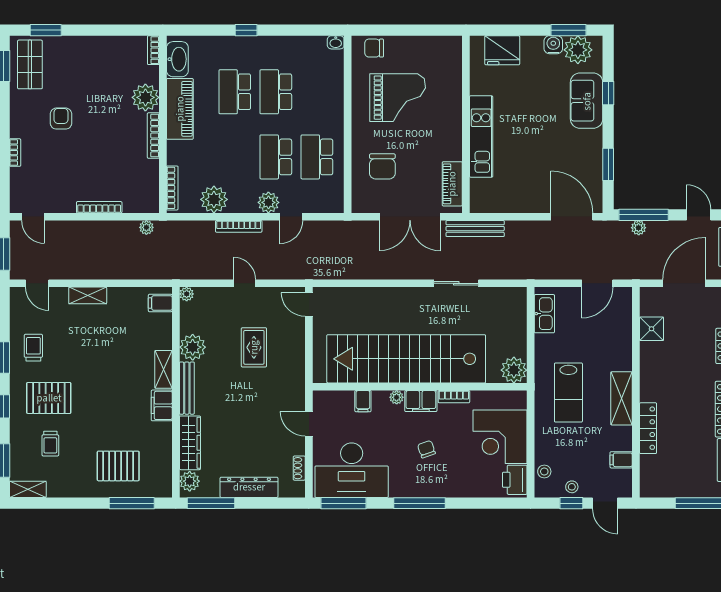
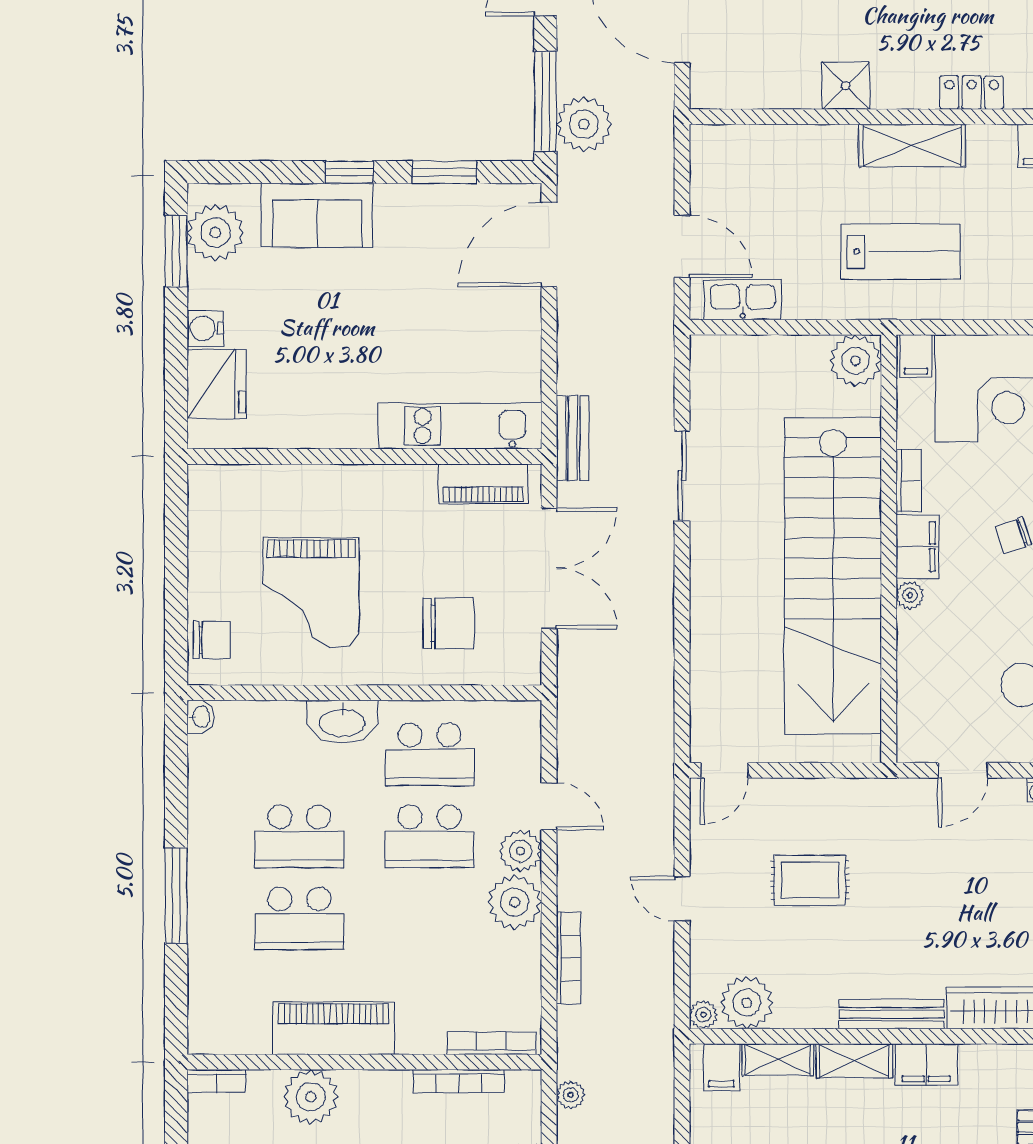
window: (246, 30) -> (176, 896), width x2.17
water cooler: (553, 45) -> (205, 328), moved
chair: (374, 48) -> (212, 640), turned -90
washbasin: (177, 59) -> (342, 722), moved, turned 180
window: (608, 93) -> (349, 172), moved
grand piano: (398, 98) -> (311, 593), turned 180
bookcase: (153, 136) -> (459, 1081), moved
kitchen unit: (481, 137) -> (460, 426), moved
plant: (214, 199) -> (515, 902), moved
bookcase: (239, 226) -> (568, 958), moved
plant: (639, 228) -> (584, 124), width x1.87, depth x1.87
bench: (475, 229) -> (573, 438), width x0.73
door: (245, 283) -> (682, 899), hinge flipped
door: (597, 283) -> (682, 246), moved
shower: (651, 329) -> (846, 86), moved
shelving: (164, 331) -> (778, 1060), added
plant: (193, 347) -> (747, 1003), moved
filing cabinet: (363, 401) -> (916, 356), moved, turned 90
locker: (648, 428) -> (972, 92), width x0.66

